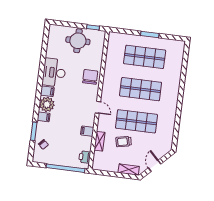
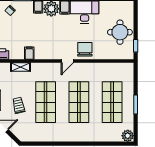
plant: (179, 46) -> (128, 136), added
chair: (90, 77) -> (85, 49), turned -90
door: (98, 107) -> (67, 61), moved
trolley: (124, 142) -> (19, 105), moved

